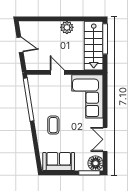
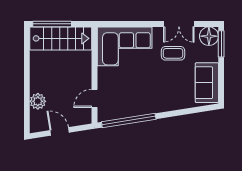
plant: (67, 27) -> (38, 101), moved
door: (20, 45) -> (60, 131), hinge flipped
door: (57, 72) -> (94, 98), moved
coffee table: (53, 125) -> (173, 53), moved

